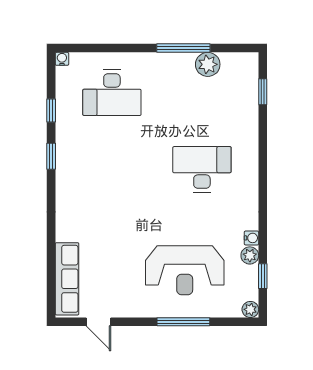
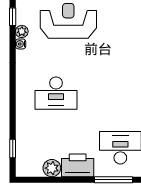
window: (183, 48) -> (113, 180), moved
printer: (172, 68) -> (78, 165), added

